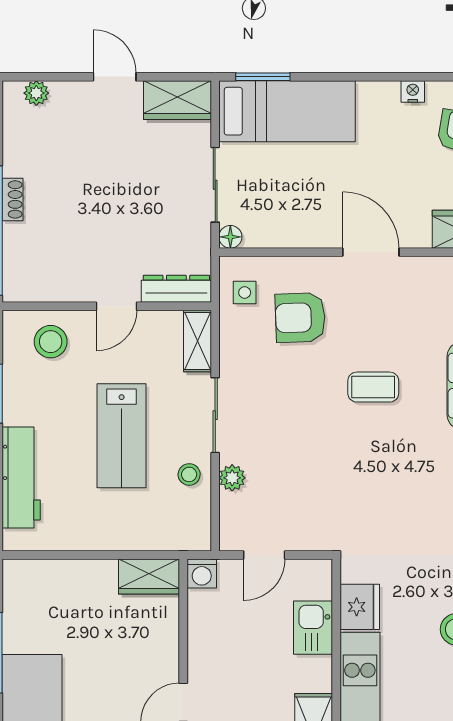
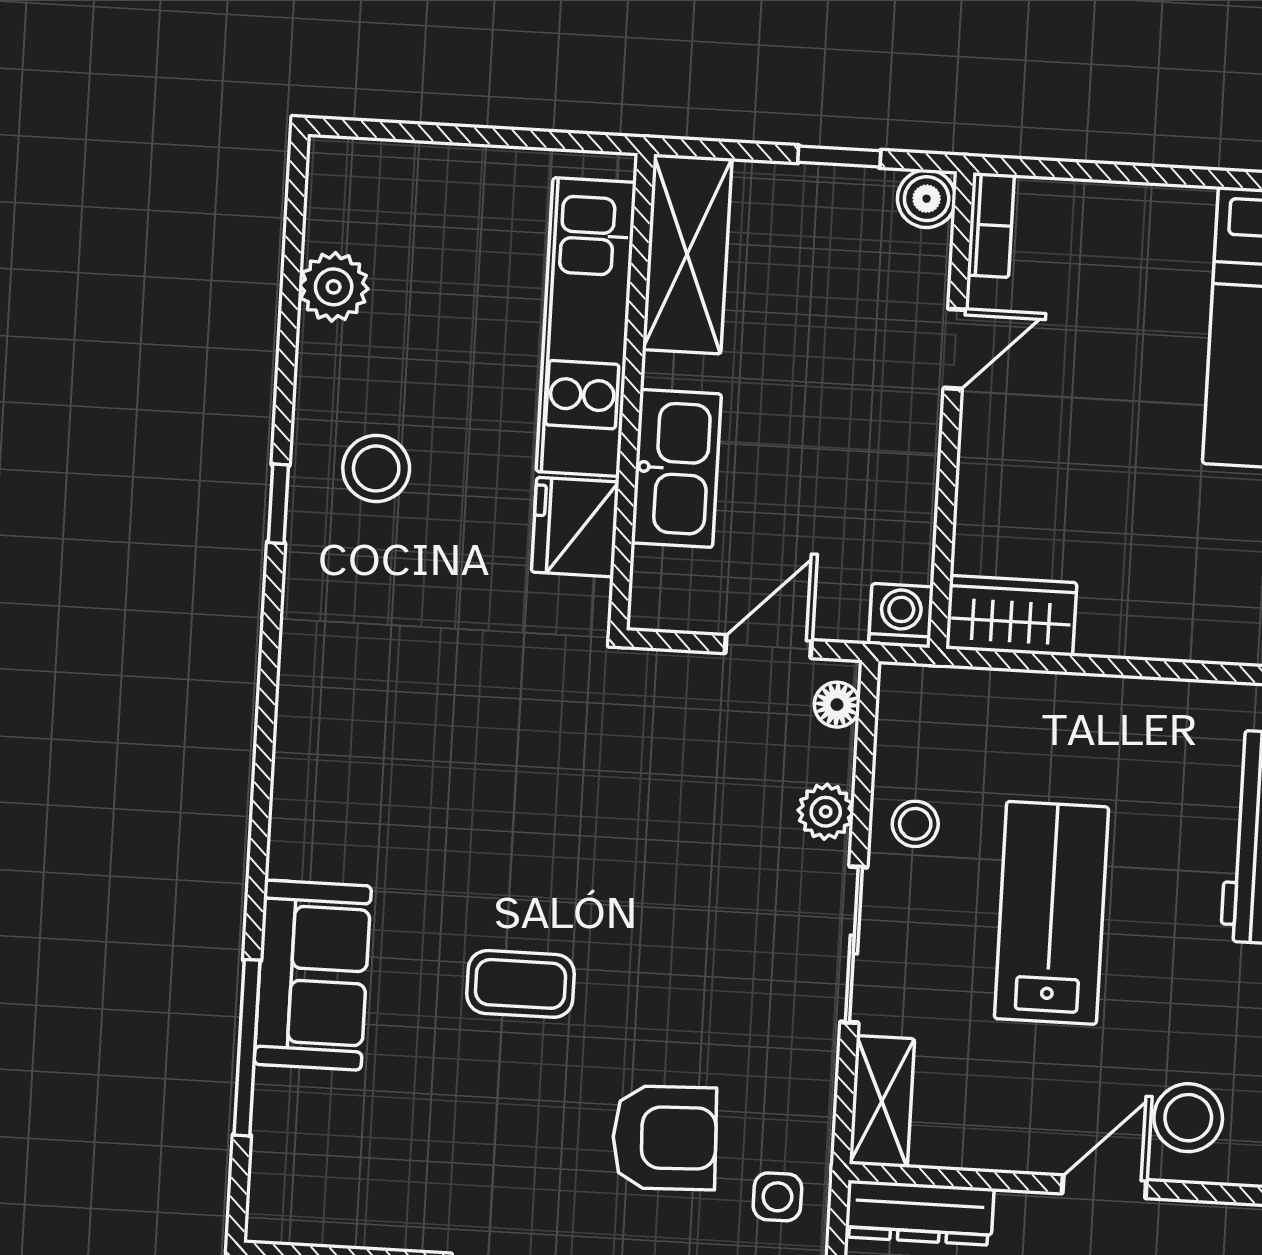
door: (117, 306) -> (1104, 1187), moved
floor lamp: (230, 529) -> (837, 705), added
kitchen sink: (313, 628) -> (676, 468), width x1.38

